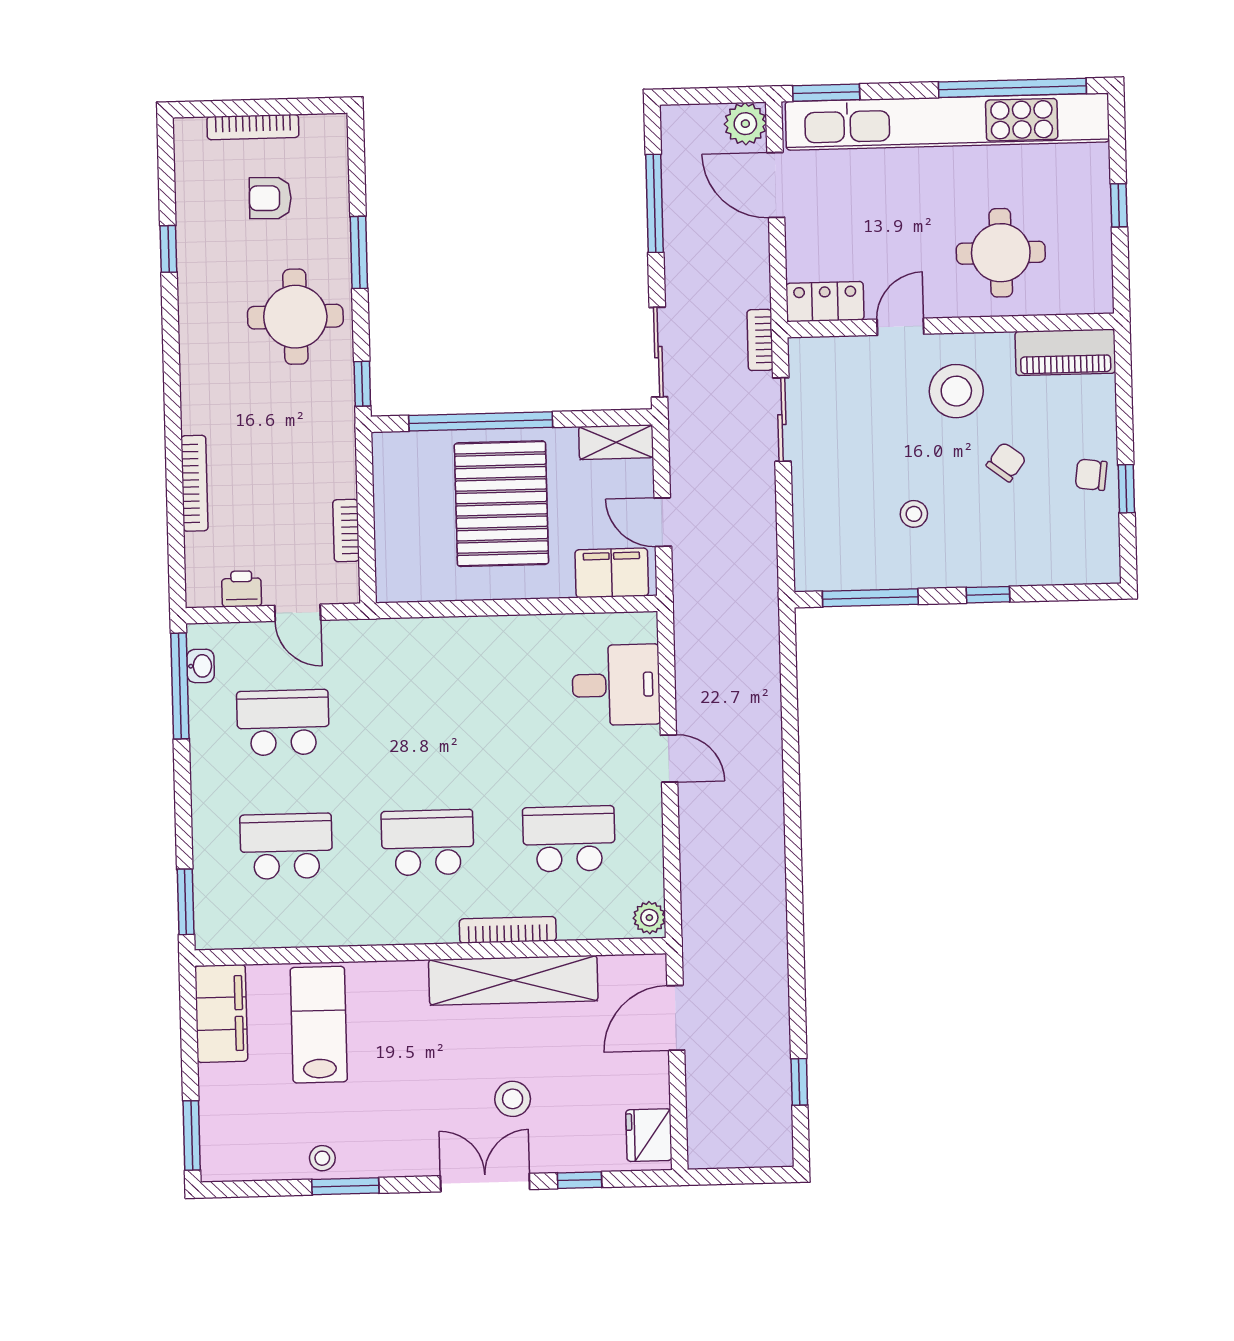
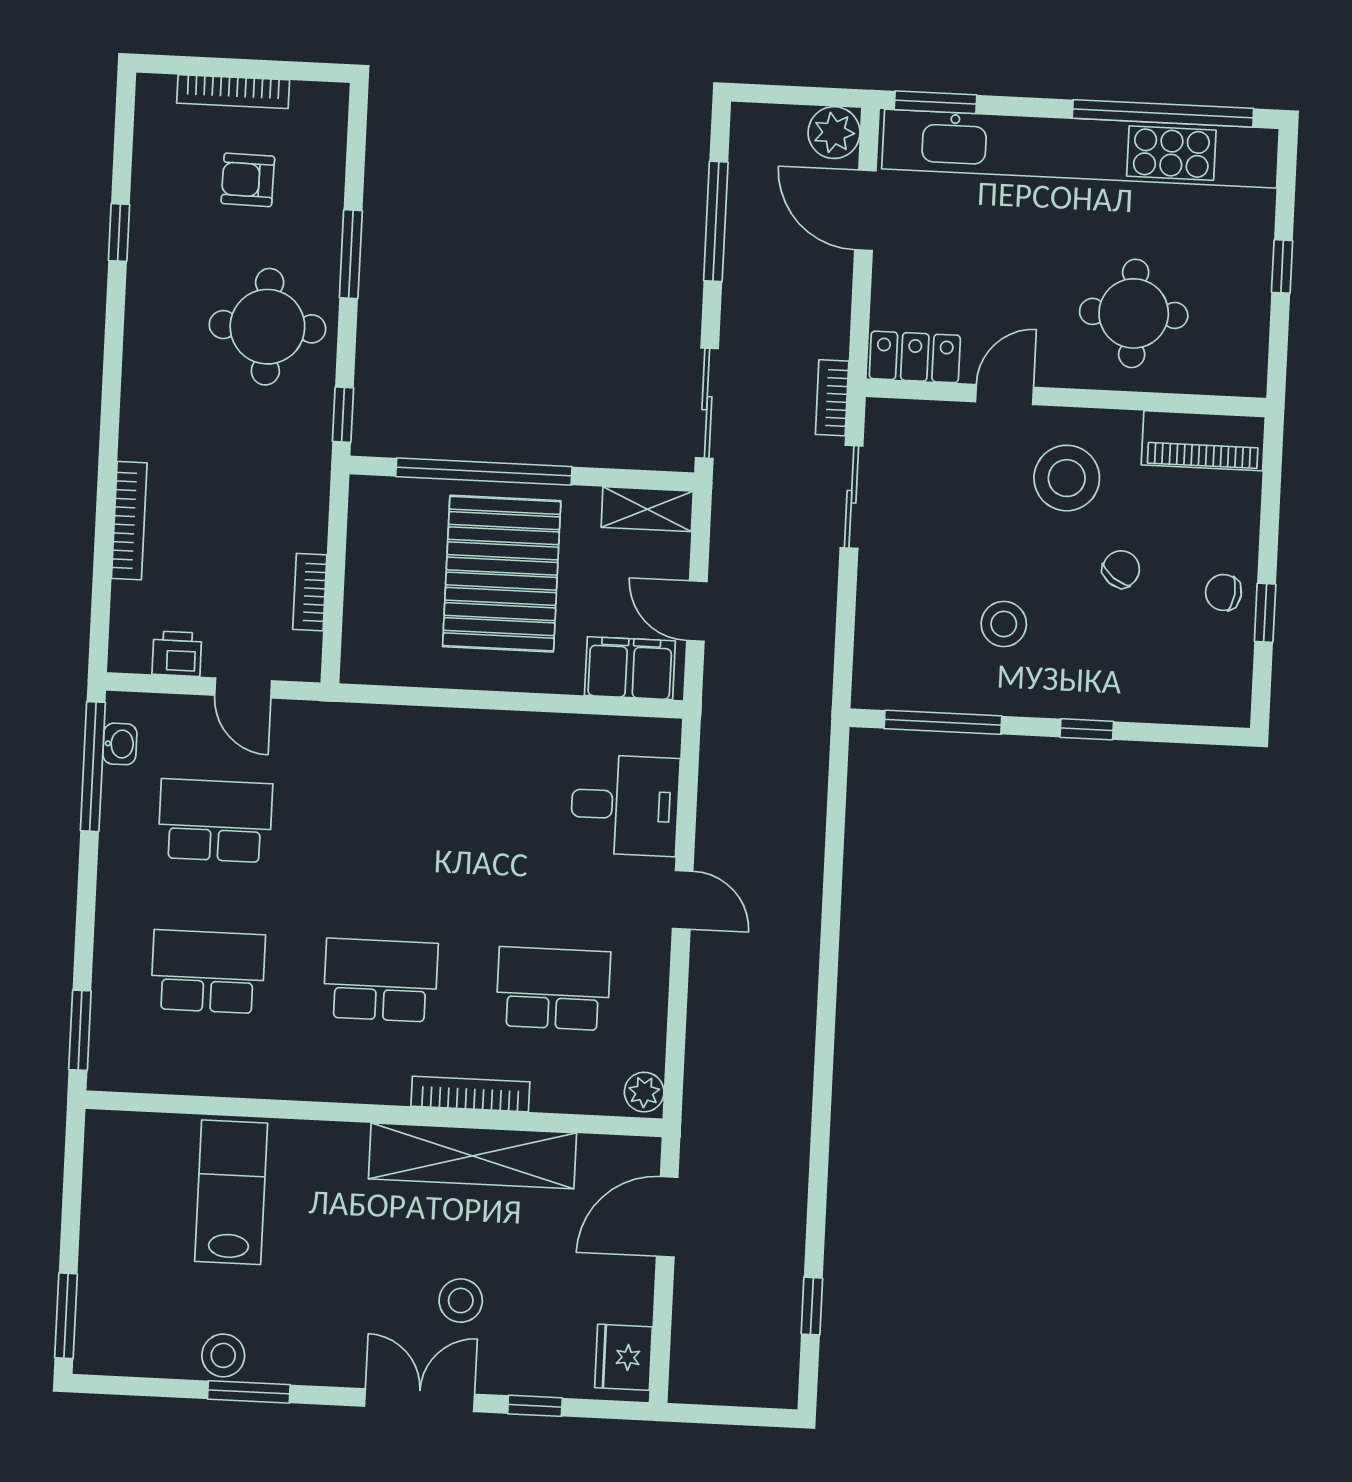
stool: (914, 514) -> (1004, 624), width x1.37, depth x1.37
filing cabinet: (221, 1013) -> (113, 1170), removed
stool: (322, 1158) -> (223, 1355), width x1.37, depth x1.37

